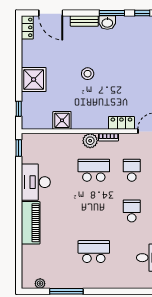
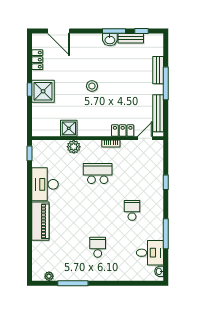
bench: (84, 21) -> (131, 38), moved
locker: (27, 27) -> (37, 60), moved
window: (19, 109) -> (30, 90), moved
plant: (90, 141) -> (74, 147), moved
school desk: (132, 170) -> (132, 174), removed
school desk: (94, 252) -> (98, 247), width x0.54

